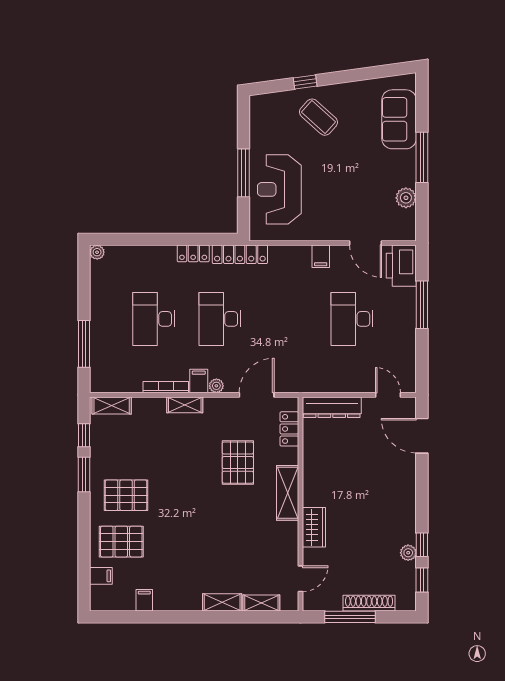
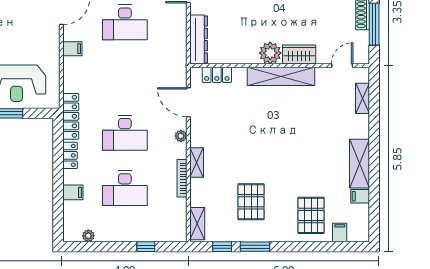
plant: (97, 252) -> (88, 236), moved
window: (84, 344) -> (146, 247), width x0.46
filing cabinet: (199, 381) -> (73, 192), moved, turned 180
pallet: (238, 463) -> (245, 118), removed
shelving: (288, 493) -> (281, 76), width x1.47
plant: (316, 493) -> (270, 53), added
pallet: (126, 495) -> (251, 202), moved
door: (300, 579) -> (342, 66), hinge flipped
shelving: (222, 602) -> (360, 164), moved, width x1.50, depth x1.33

